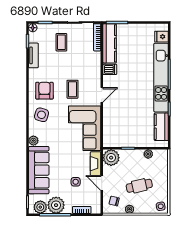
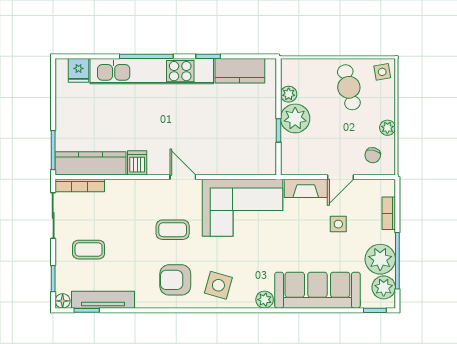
tv unit: (33, 55) -> (103, 300), width x1.41
plant: (111, 158) -> (295, 118), moved
cafe table: (139, 186) -> (349, 87), moved

